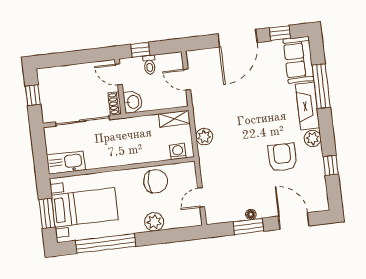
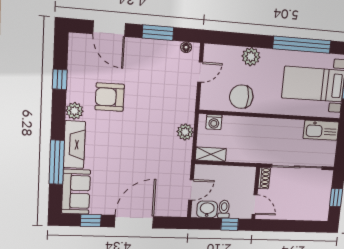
door: (187, 79) -> (191, 190), hinge flipped
washbasin: (133, 102) -> (207, 209), moved, turned 90
armchair: (282, 157) -> (110, 97), turned 90
floor lamp: (251, 214) -> (186, 47), moved

